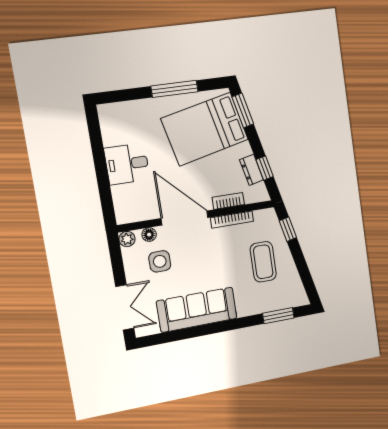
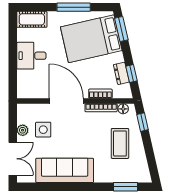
cot: (119, 113) -> (32, 19), added
floor lamp: (149, 235) -> (123, 109), moved
plant: (127, 239) -> (23, 130), moved

